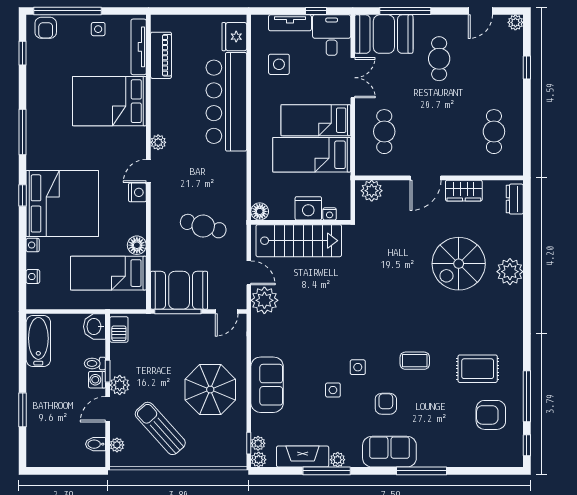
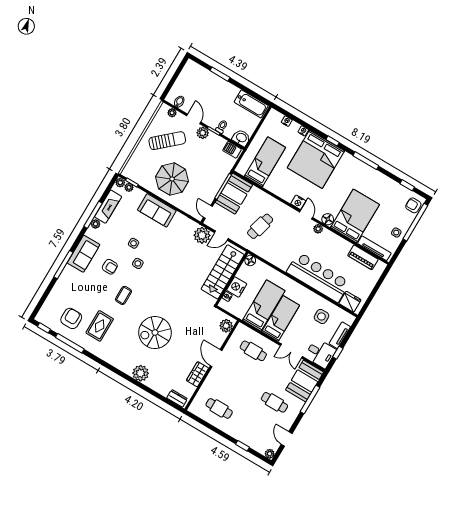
floor lamp: (137, 245) -> (328, 219), moved
spiral stairs: (459, 264) -> (155, 333), moved, turned -90
washing machine: (97, 380) -> (213, 123), removed

